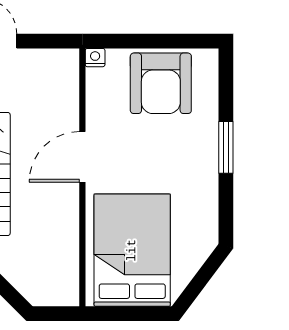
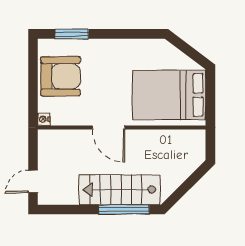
window: (226, 147) -> (72, 34), moved

